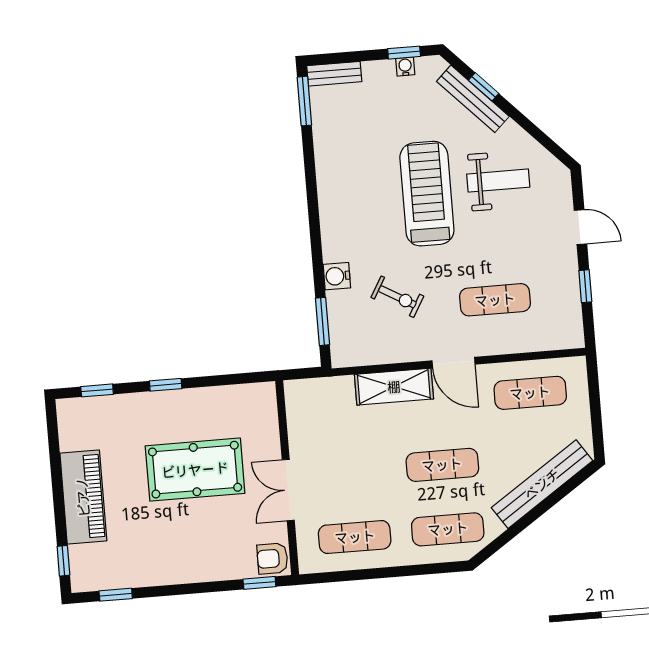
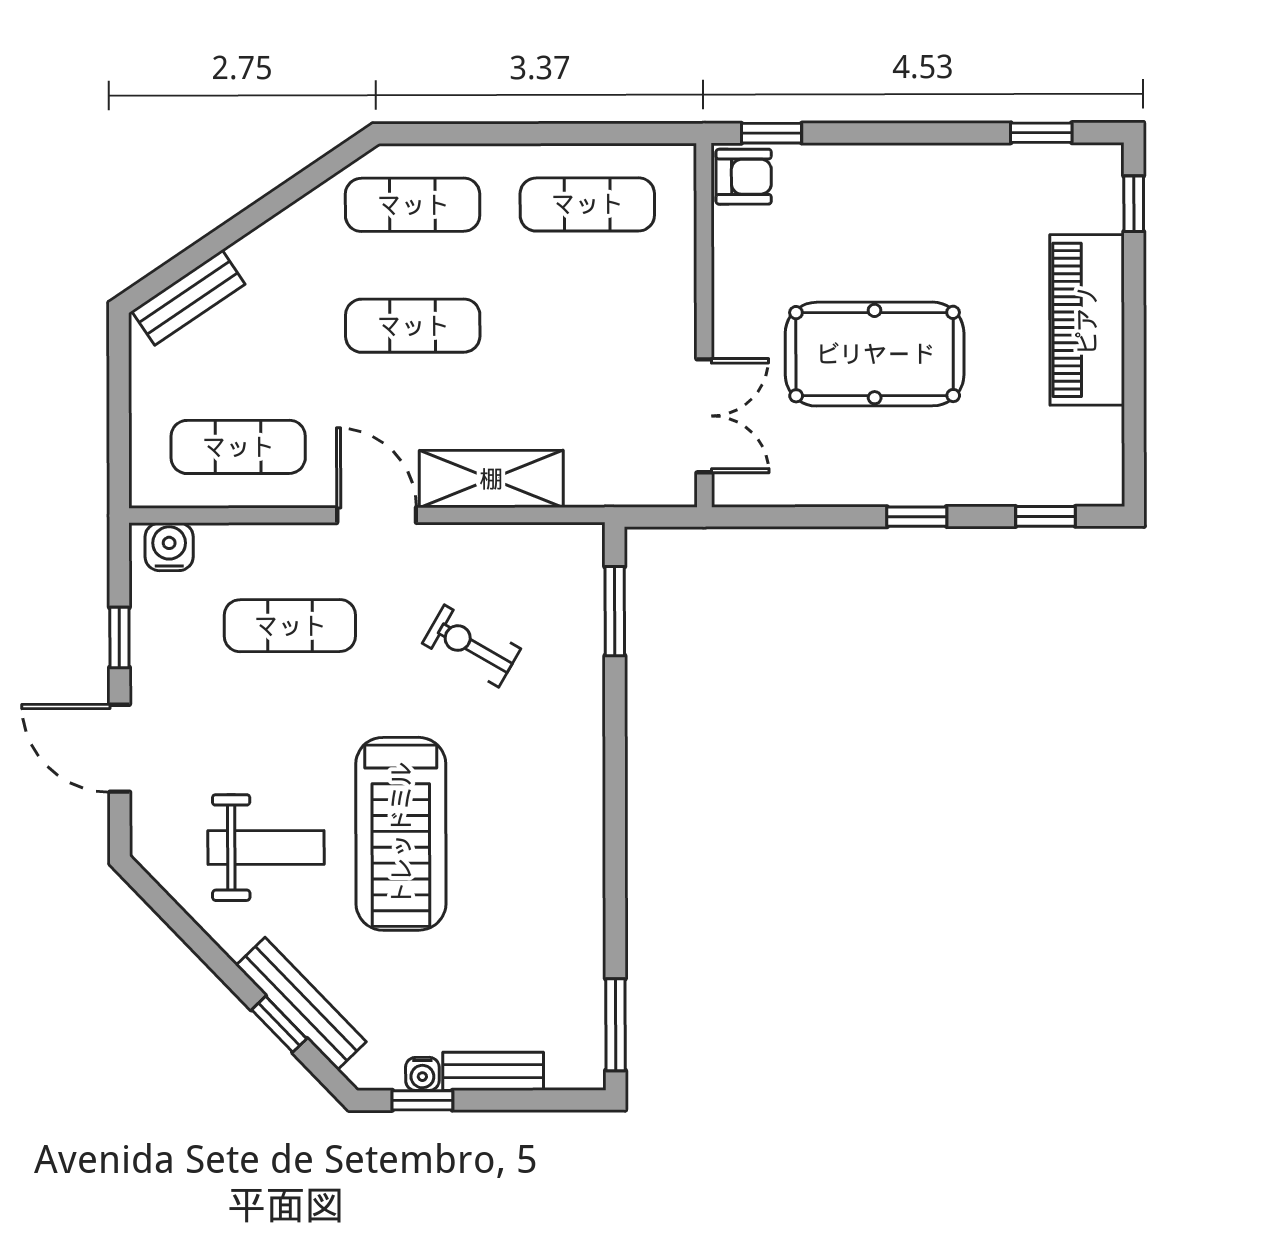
bench: (334, 74) -> (493, 1071), moved
weight bench: (498, 181) -> (266, 848), turned 180
door: (580, 227) -> (120, 748), width x1.38
water cooler: (337, 276) -> (169, 547), moved, turned -90
bench: (542, 484) -> (188, 298), width x0.54, depth x0.82
double door: (288, 490) -> (704, 416), moved

